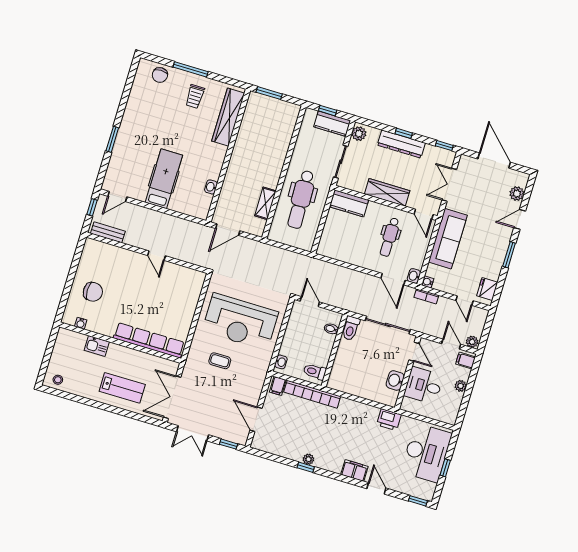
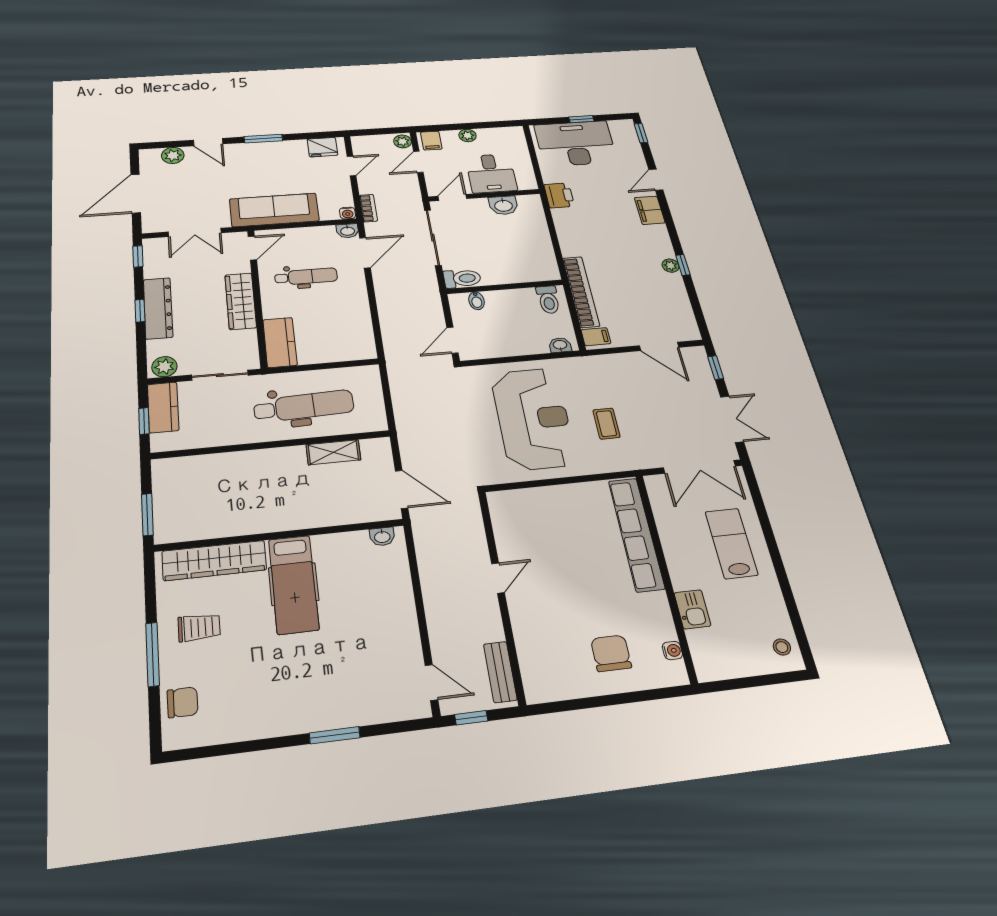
hospital bed: (164, 179) -> (294, 584), moved, turned -90
washbasin: (211, 187) -> (382, 537), moved
door: (256, 419) -> (659, 346), hinge flipped

